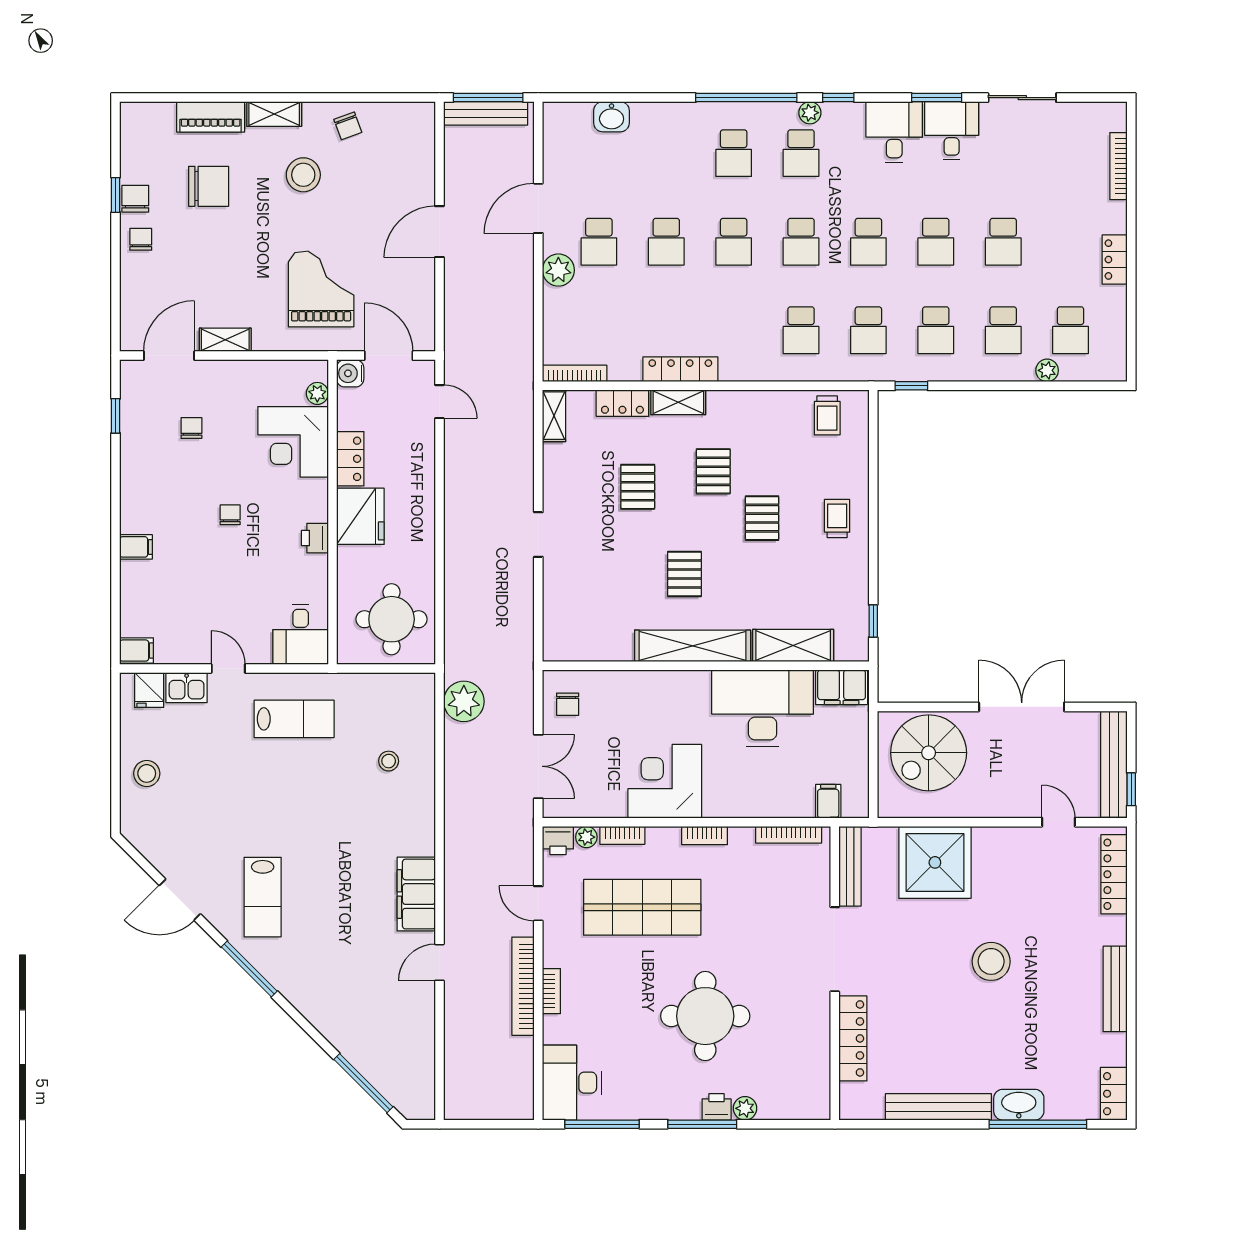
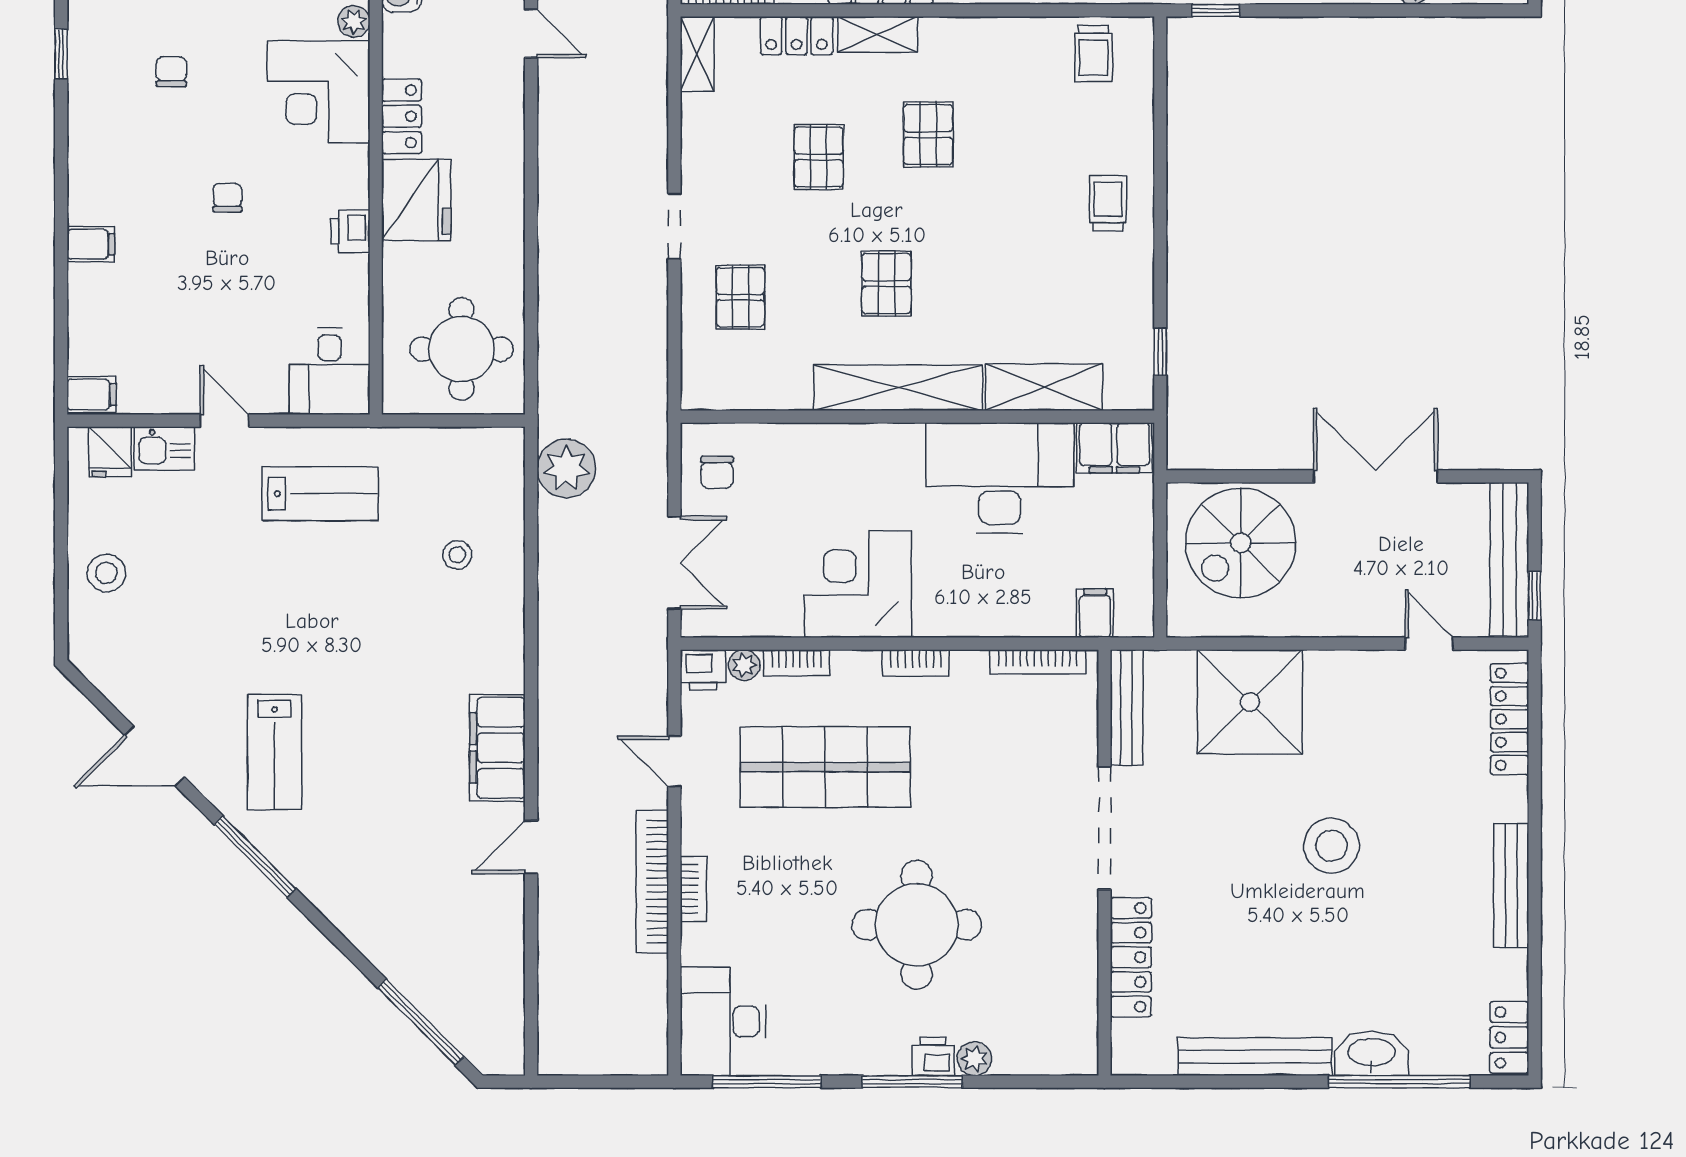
pallet: (762, 518) -> (740, 297), moved

